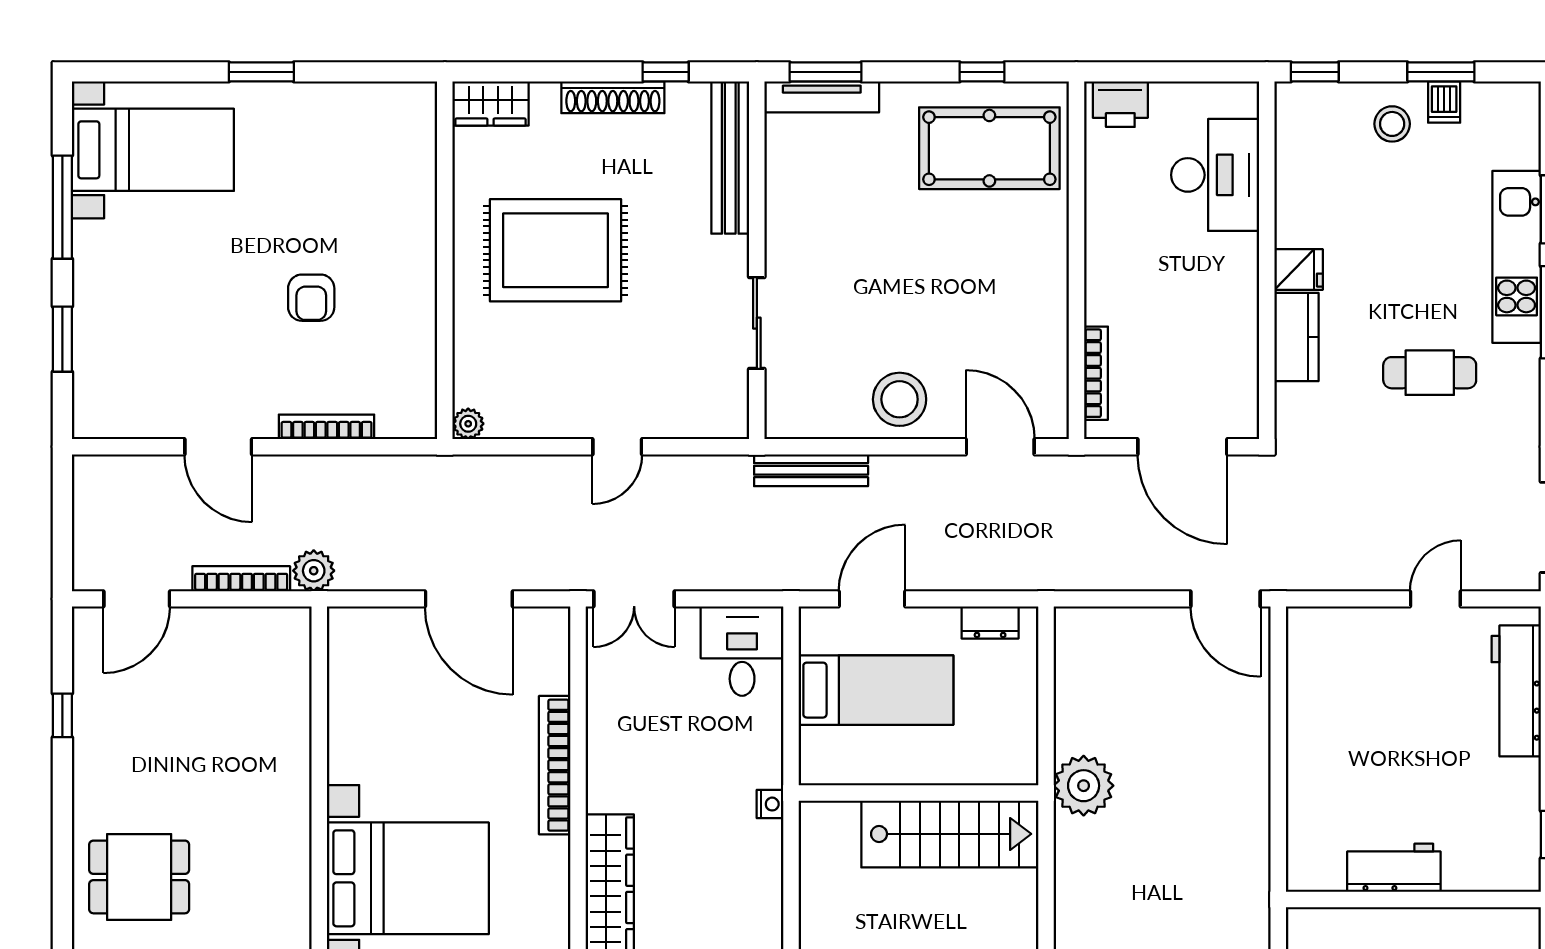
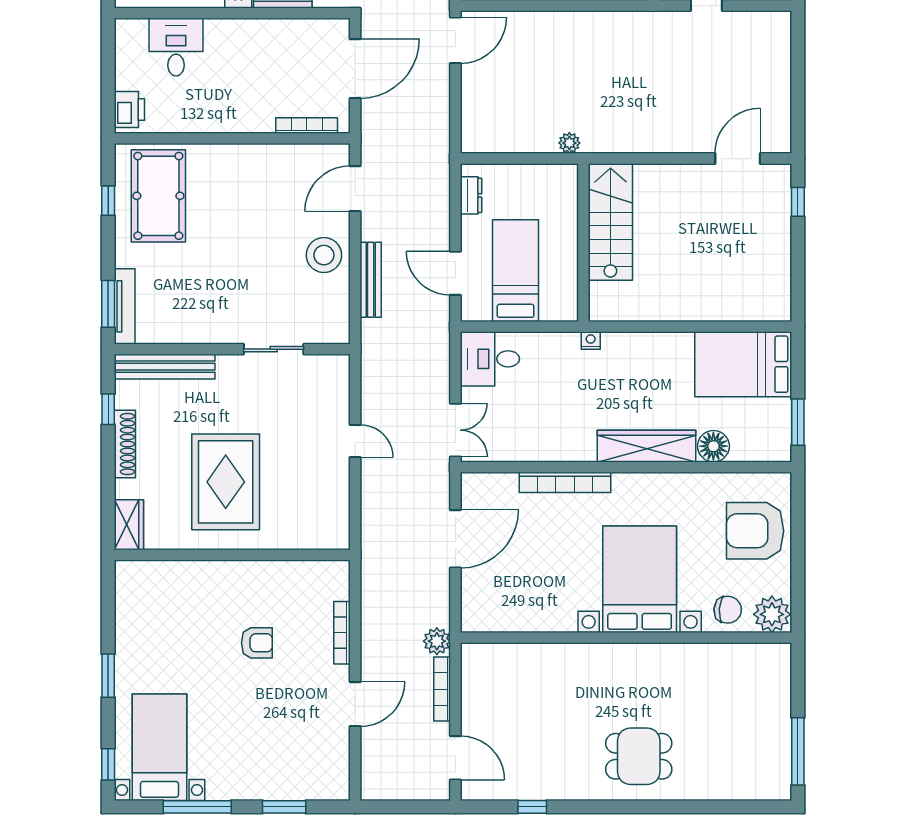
window: (127, 72) -> (108, 764), added
desk: (1215, 175) -> (176, 47), width x0.73
plant: (468, 424) -> (340, 539), removed
bench: (811, 470) -> (371, 280), moved
plant: (1084, 786) -> (569, 143), width x0.53, depth x0.53
dining table: (139, 877) -> (639, 756), turned 90

